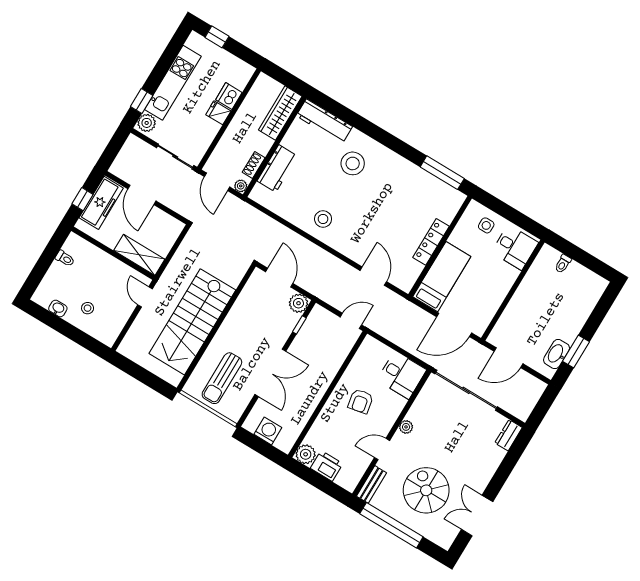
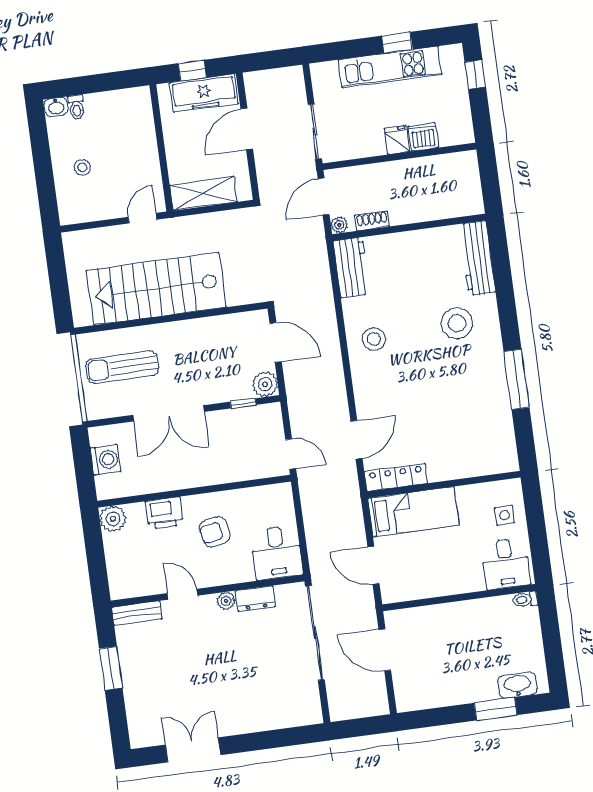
window: (142, 101) -> (397, 43), moved
wardrobe: (280, 113) -> (449, 205), removed
plant: (147, 123) -> (326, 73), removed
workbench: (277, 168) -> (352, 267), moved, turned -90
window: (442, 173) -> (516, 379), moved
locker: (431, 242) -> (396, 477), moved
shelving: (139, 255) -> (203, 193), moved, turned 90
toilet: (65, 258) -> (76, 107), moved
toilet: (563, 264) -> (525, 599), moved
door: (279, 278) -> (276, 343), hinge flipped
washbasin: (58, 308) -> (56, 107), moved, turned 90
door: (454, 325) -> (373, 565), width x0.73
window: (576, 351) -> (496, 709), moved
washbasin: (557, 354) -> (517, 685), moved
dresser: (509, 435) -> (255, 598), moved, turned 180
printer: (327, 466) -> (164, 513), moved, turned 90
spiral stairs: (426, 490) -> (177, 675), removed
window: (391, 525) -> (111, 668), width x0.47

